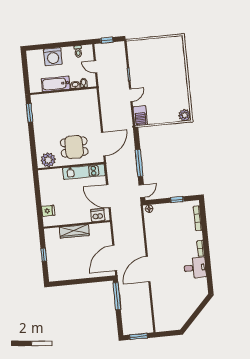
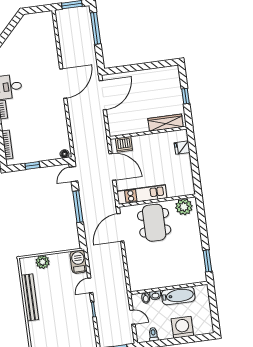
bench: (183, 87) -> (30, 297), added
plant: (185, 115) -> (43, 262), moved
dining table: (74, 147) -> (154, 223), width x1.37
wardrobe: (74, 231) -> (166, 123), moved
window: (117, 296) -> (96, 28), moved

